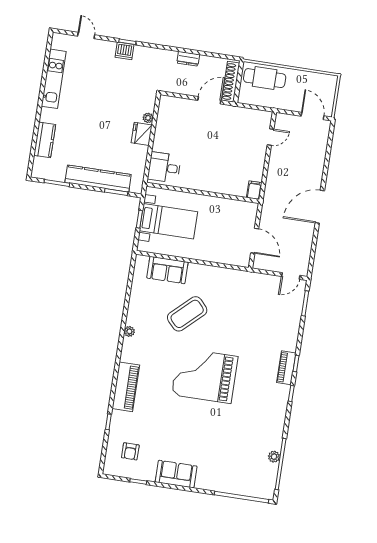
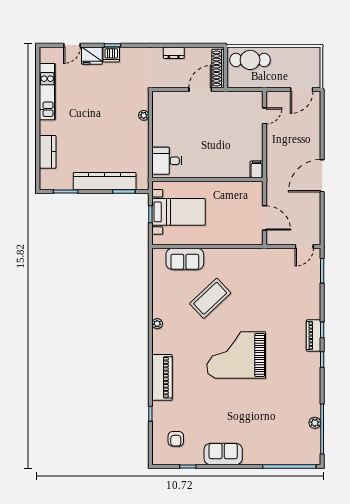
door: (86, 35) -> (72, 45), swing flipped
door: (312, 116) -> (302, 89), swing flipped
fridge: (142, 134) -> (92, 56), moved, turned -90

